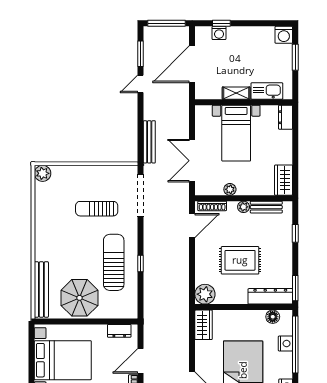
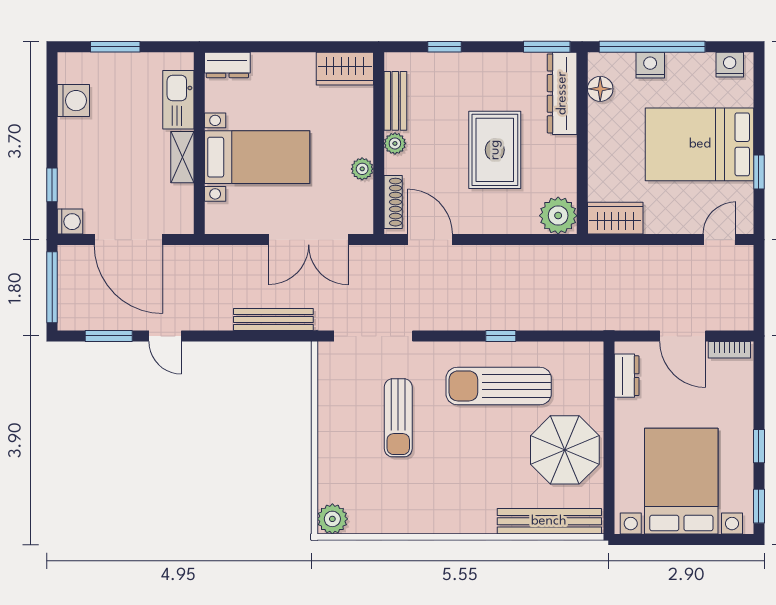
washing machine: (219, 33) -> (70, 222), moved
washing machine: (284, 35) -> (73, 101), moved

